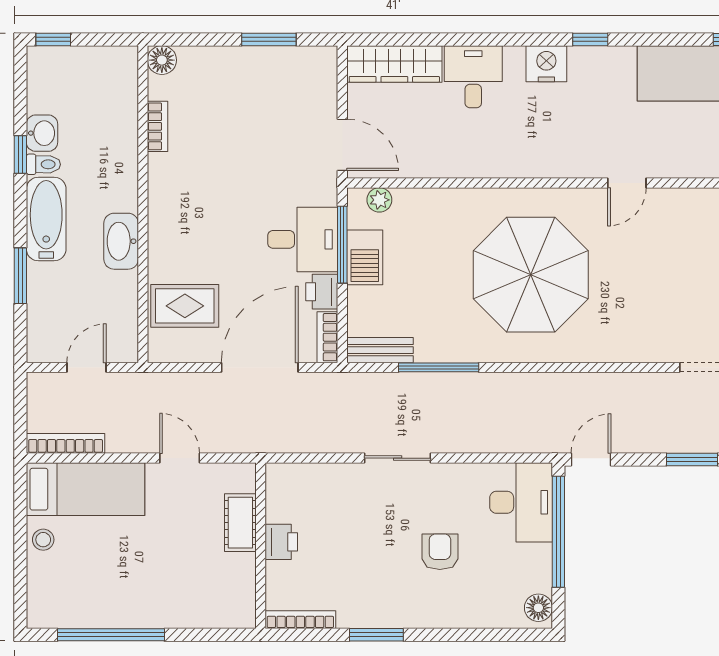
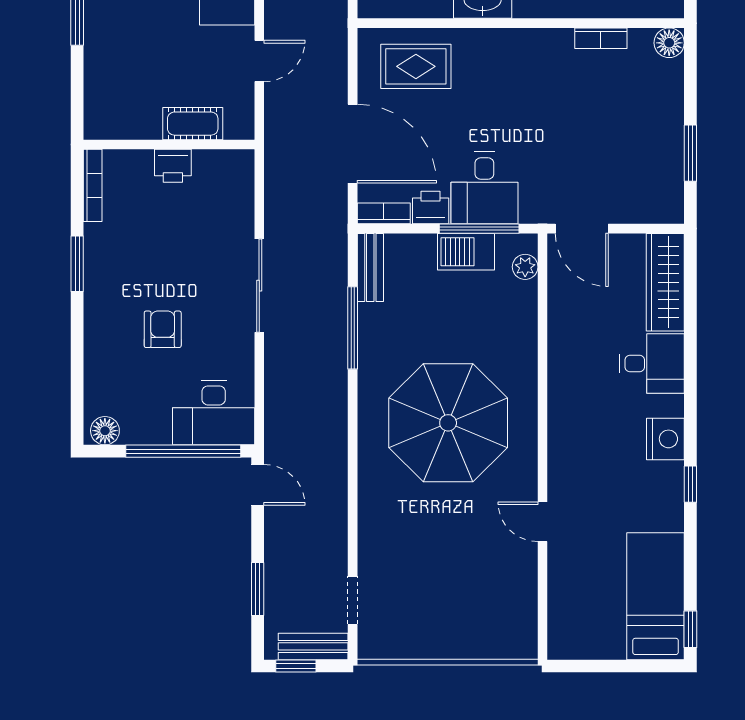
door: (342, 145) -> (582, 229), hinge flipped
rug: (185, 306) -> (416, 66), turned 90
sliding door: (398, 458) -> (259, 286), width x1.37
armchair: (440, 552) -> (163, 329), turned -90

